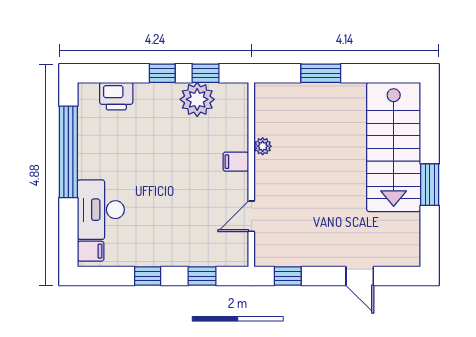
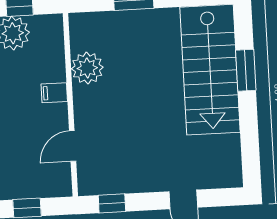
plant: (263, 146) -> (87, 68), width x1.88, depth x1.88
window: (430, 185) -> (246, 70), moved

